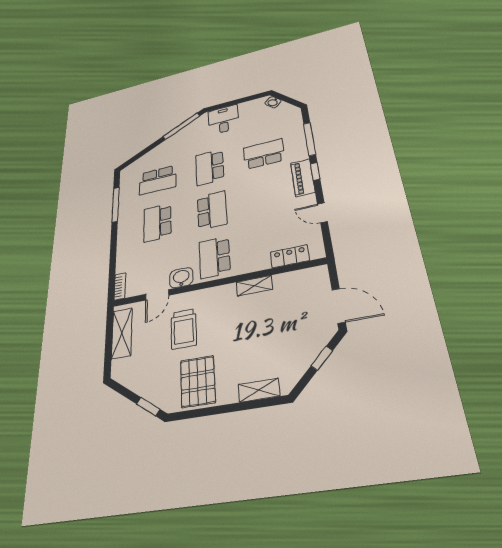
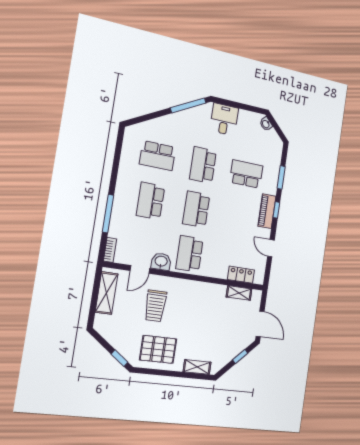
window: (310, 139) -> (281, 177), width x0.69
window: (116, 205) -> (108, 214), moved
school desk: (212, 210) -> (196, 209), turned 180
shelving: (254, 286) -> (239, 293), moved
pallet: (198, 381) -> (158, 349), turned 90

